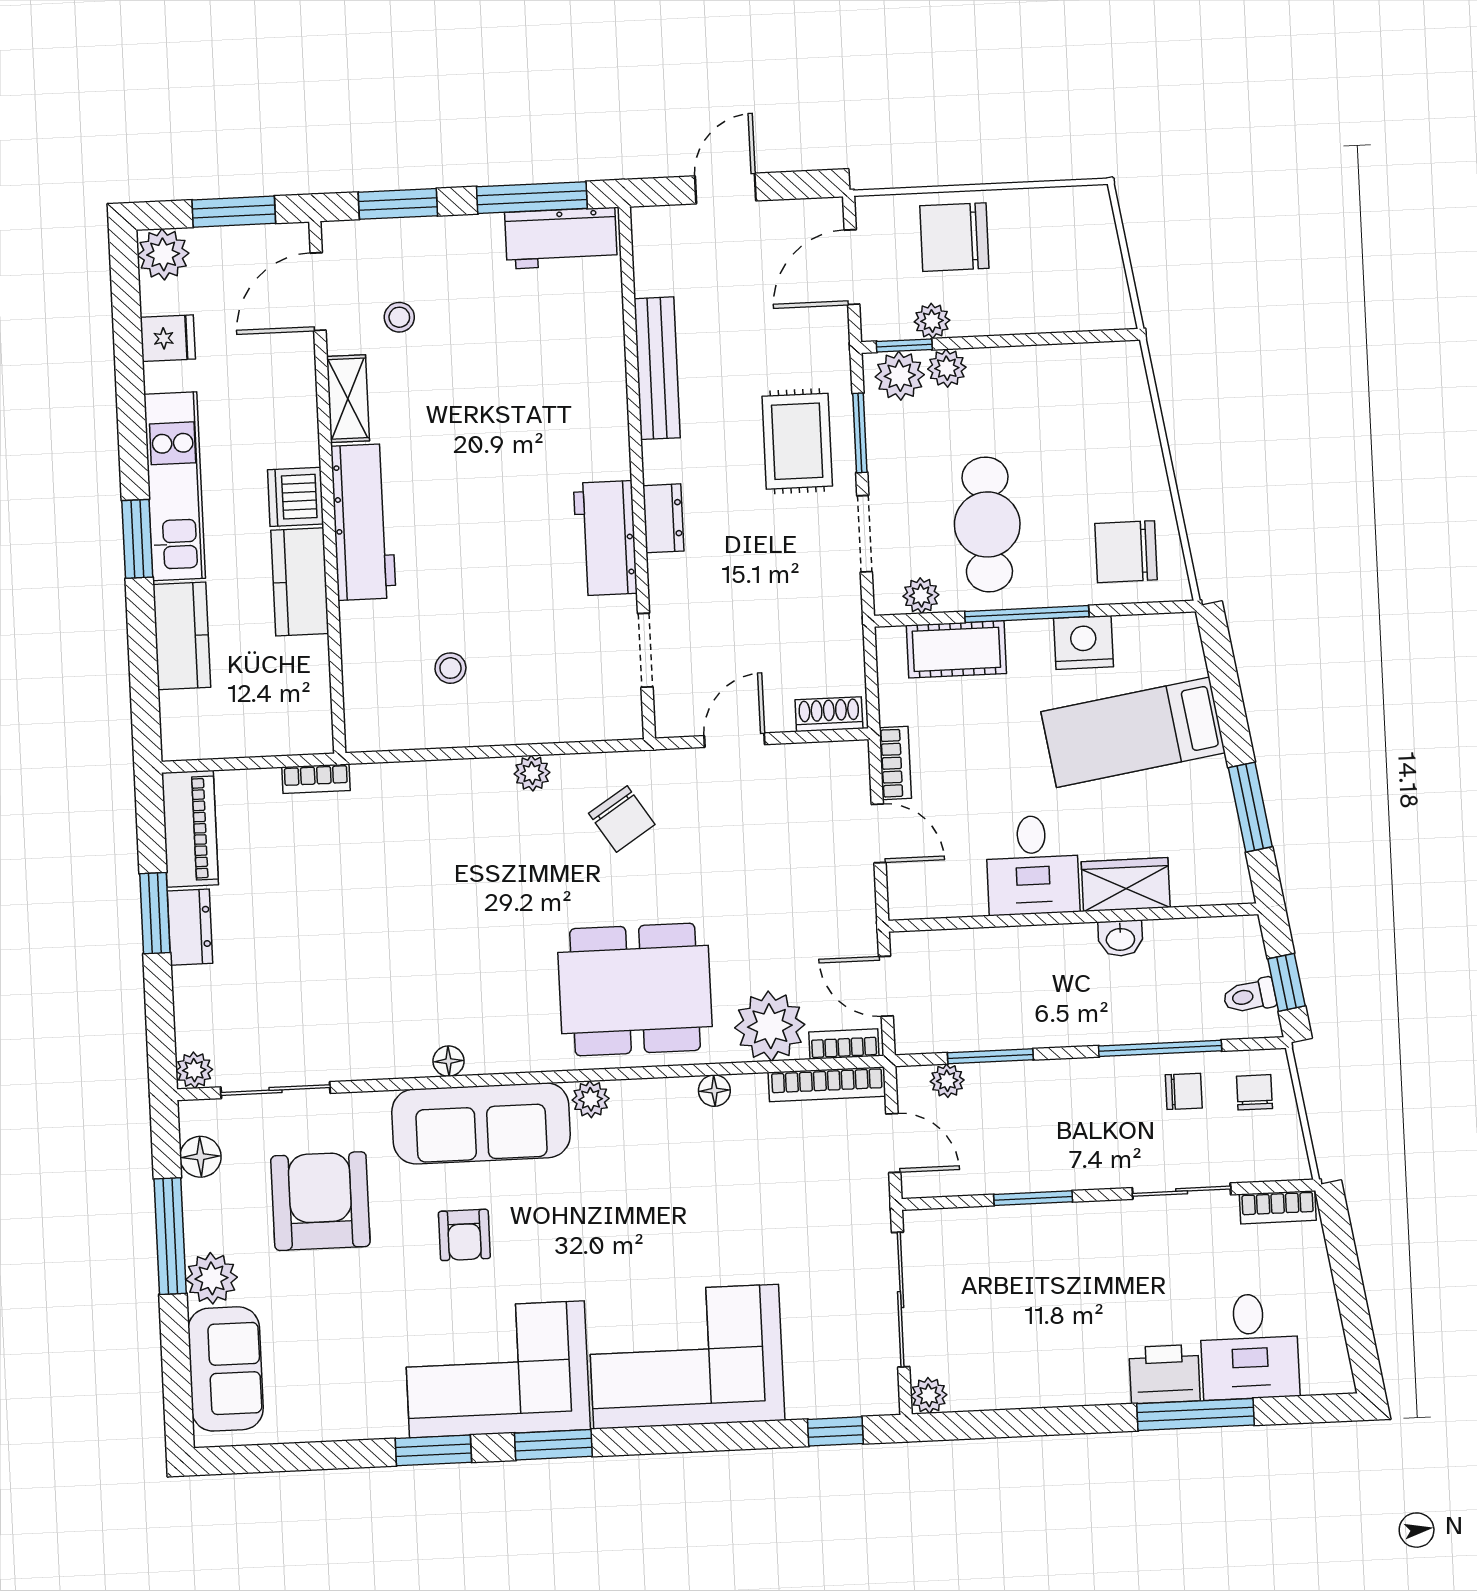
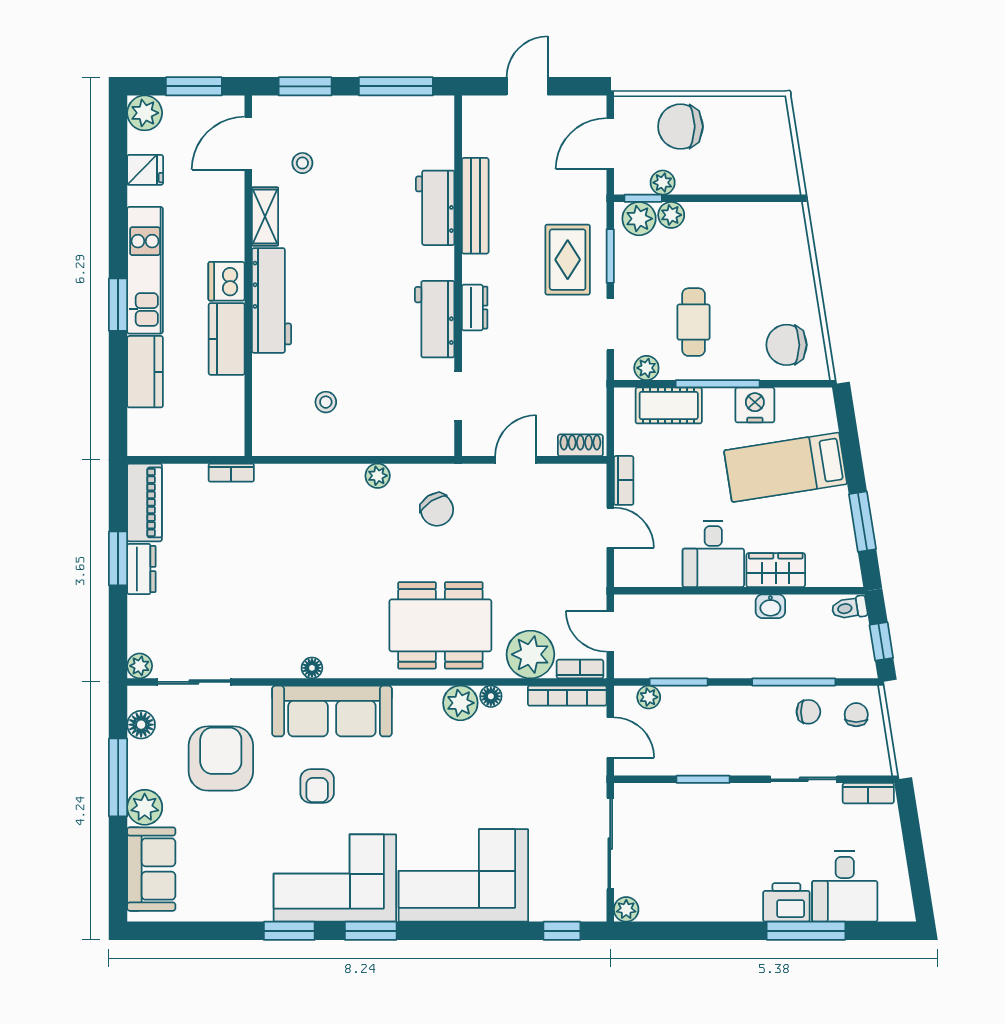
workbench: (561, 238) -> (435, 208), moved, turned 90
cafe table: (987, 524) -> (694, 322), width x0.73, depth x0.74
toilet: (1250, 996) -> (850, 608), moved
plant: (591, 1099) -> (460, 703), moved, width x1.38, depth x1.38

